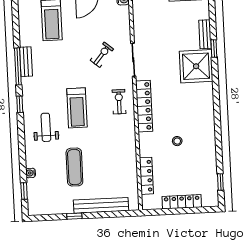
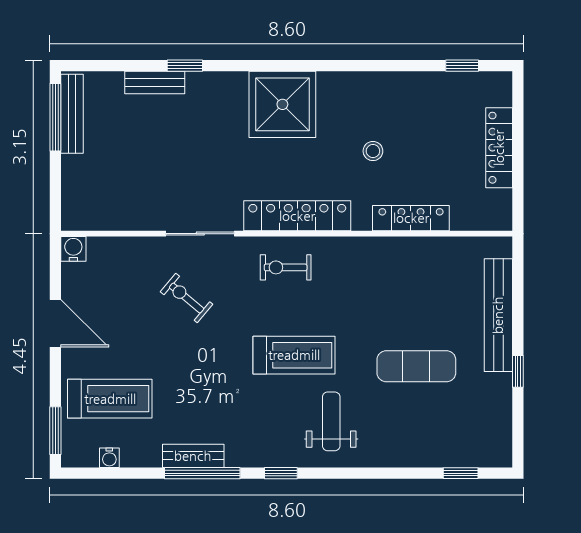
shower: (196, 66) -> (282, 104), moved
weight bench: (46, 127) -> (331, 421), turned 90
water cooler: (31, 173) -> (109, 458), moved
locker: (146, 176) -> (411, 218), moved

